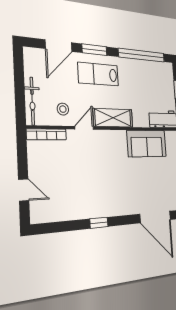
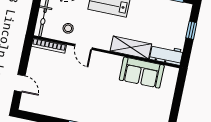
shelving: (113, 118) -> (131, 47), moved
door: (84, 128) -> (83, 47), swing flipped

